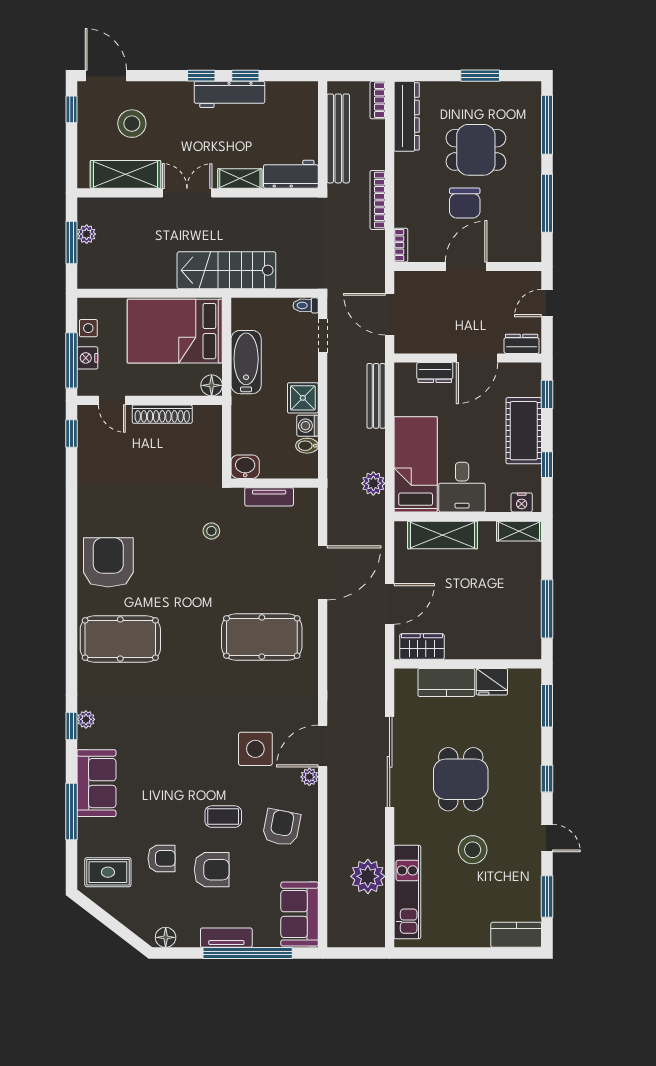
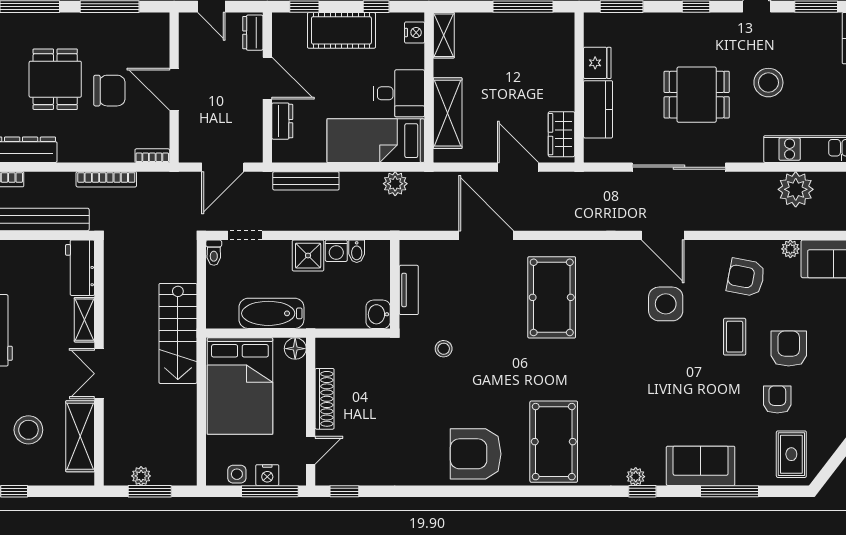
plant: (309, 777) -> (790, 249), moved

